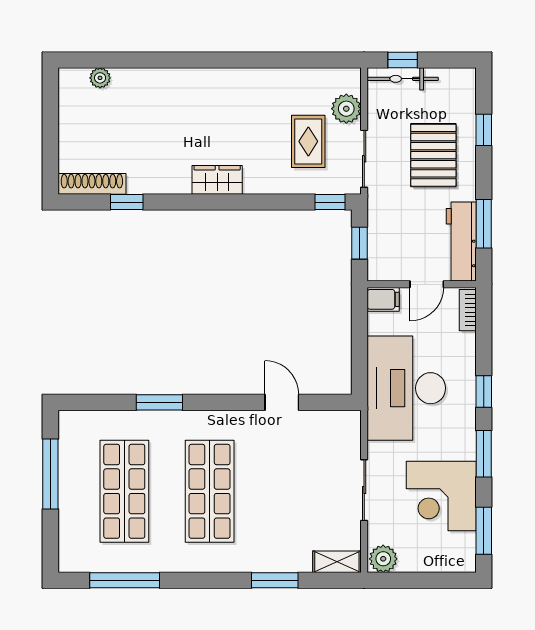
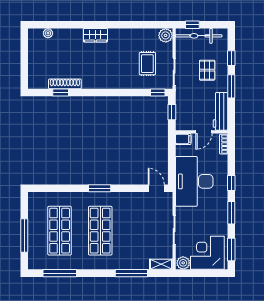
bicycle: (403, 79) -> (199, 36), width x1.37, depth x1.40
plant: (346, 109) -> (166, 35), moved
pallet: (433, 155) -> (207, 70), width x0.67, depth x0.71
wardrobe: (217, 180) -> (95, 35), moved, turned 180
shoe rack: (92, 184) -> (65, 84), moved
window: (484, 224) -> (231, 86), moved
window: (159, 402) -> (100, 188), moved
door: (282, 402) -> (156, 188), moved
window: (50, 474) -> (24, 236), moved
corner desk: (441, 496) -> (207, 253), moved, turned 90
window: (275, 580) -> (131, 273), width x1.44

